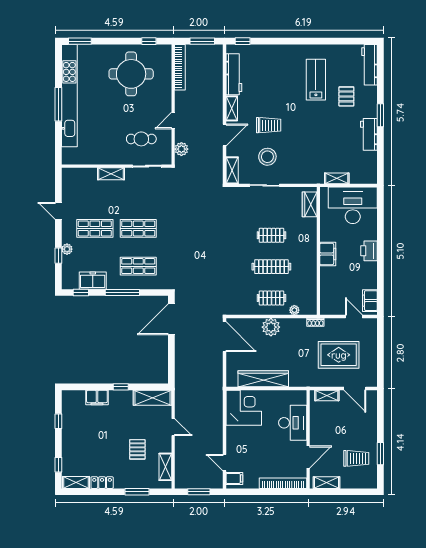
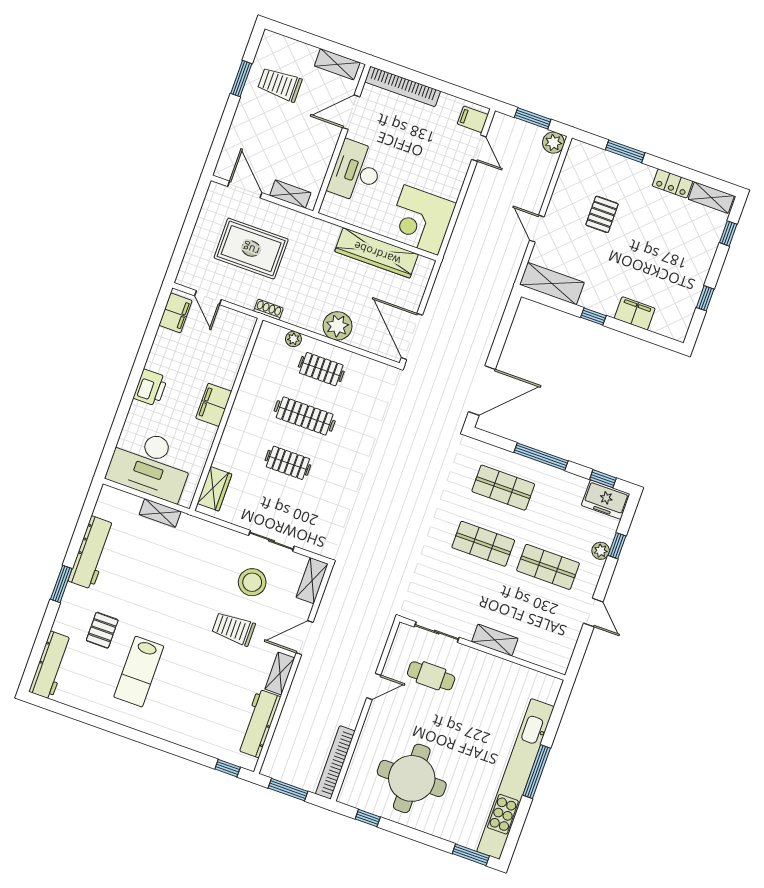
workbench: (369, 134) -> (92, 553), width x1.38
plant: (181, 149) -> (553, 143), moved
freezer: (93, 281) -> (606, 500), moved
shelving: (165, 467) -> (569, 173), removed

